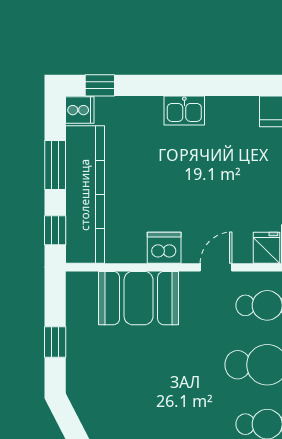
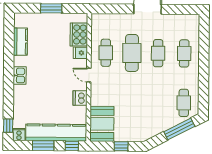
kitchen sink: (184, 110) -> (20, 75), moved
booth: (139, 298) -> (102, 124), moved

